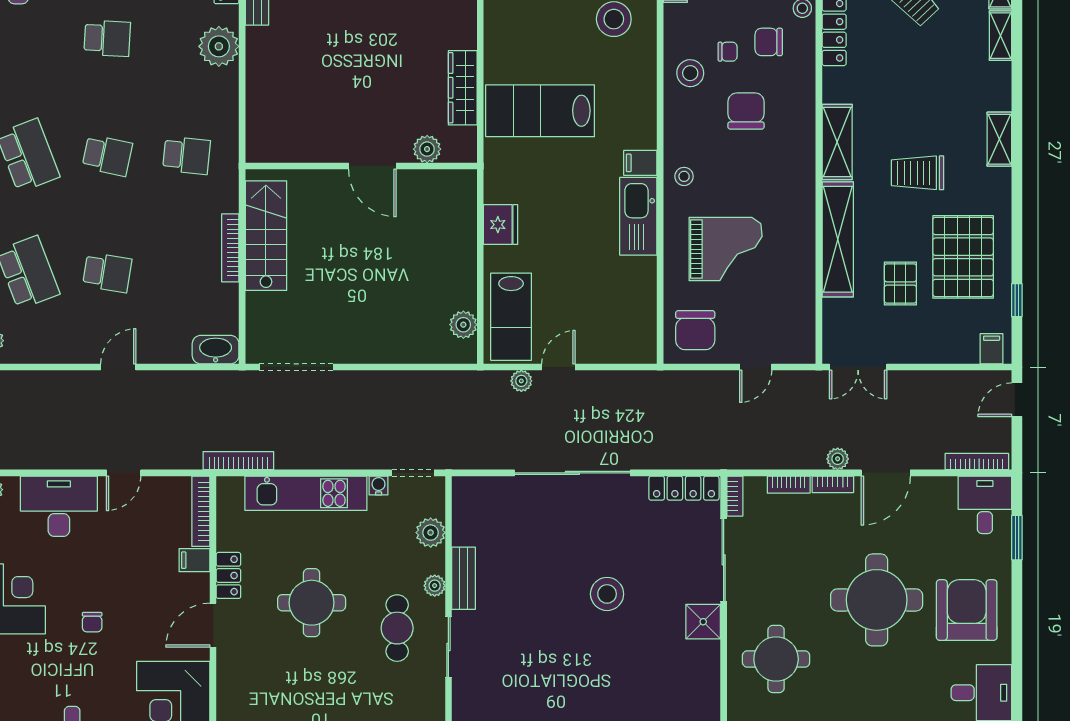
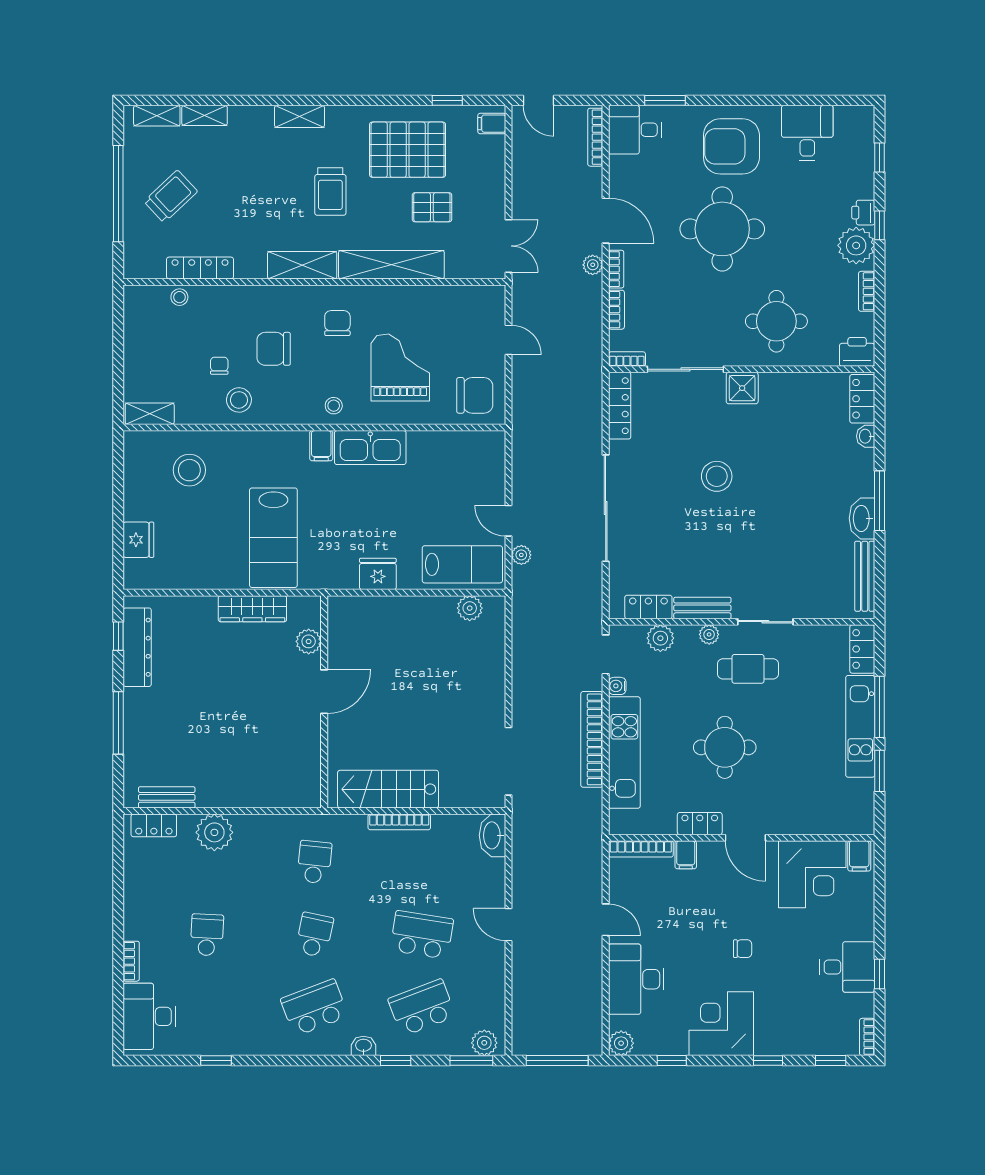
chair: (769, 42) -> (337, 323), moved, turned 180
school desk: (107, 272) -> (422, 935), width x1.85
bookcase: (238, 461) -> (592, 739), moved, width x1.48, depth x1.31
locker: (465, 519) -> (648, 607), added

